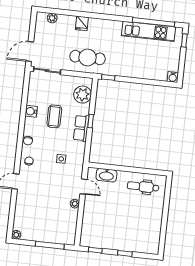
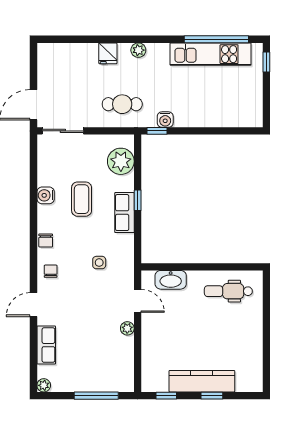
plant: (52, 18) -> (138, 50), moved
cafe table: (88, 58) -> (122, 104), width x0.73, depth x0.74
water cooler: (173, 77) -> (165, 120), moved
row of seats: (21, 209) -> (46, 345), added
kitchen counter: (119, 243) -> (202, 381), added

